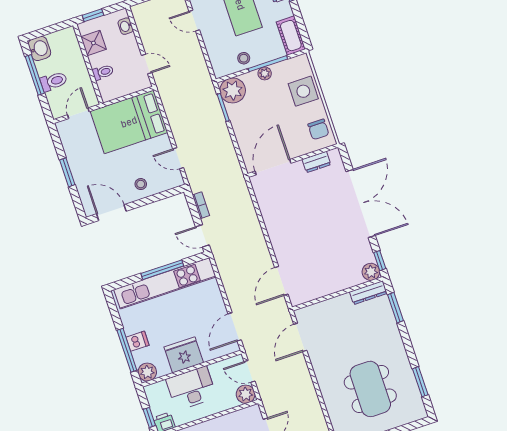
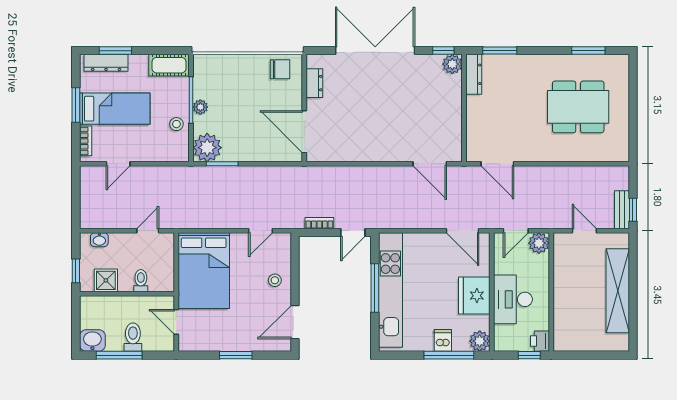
side table: (303, 91) -> (233, 72), removed

